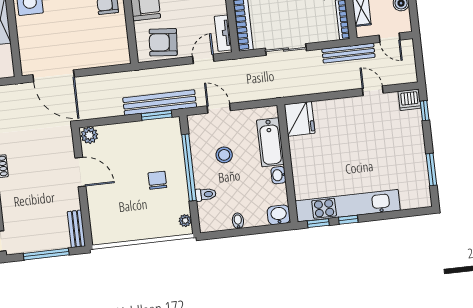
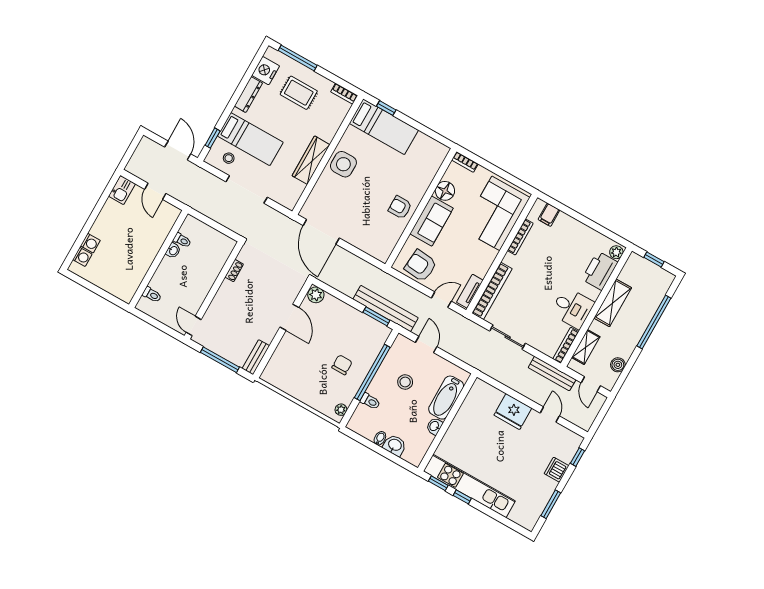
dishwasher: (409, 100) -> (557, 470), moved, turned 90
fridge: (300, 119) -> (513, 412), moved, turned 90
washbasin: (279, 215) -> (395, 445), moved

